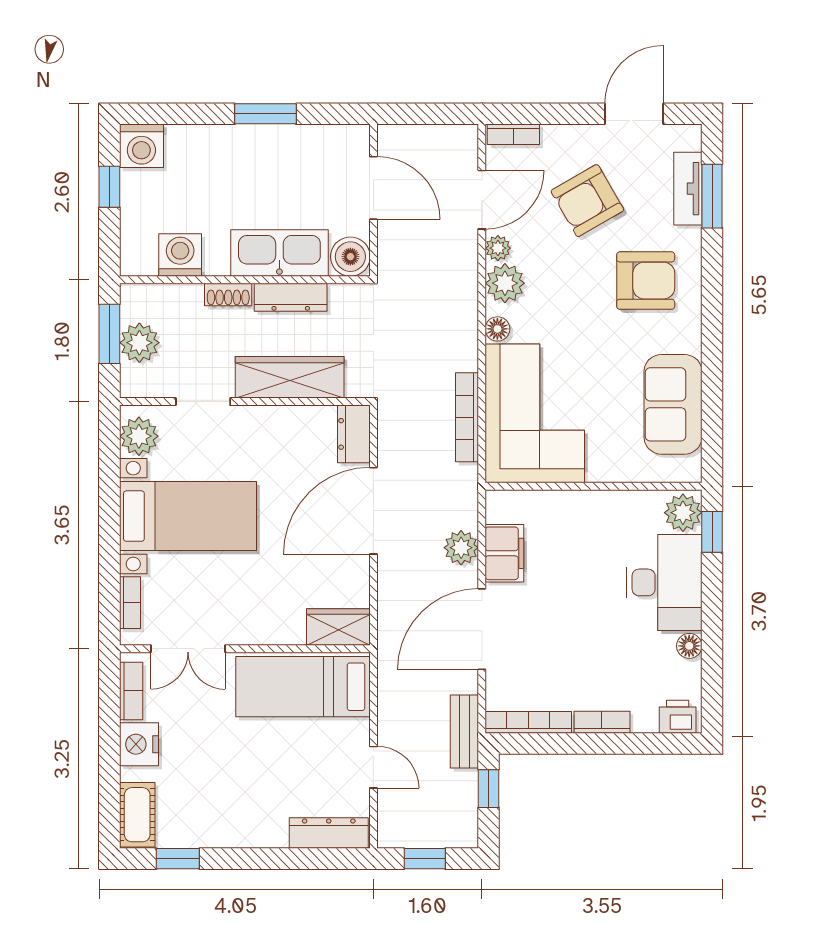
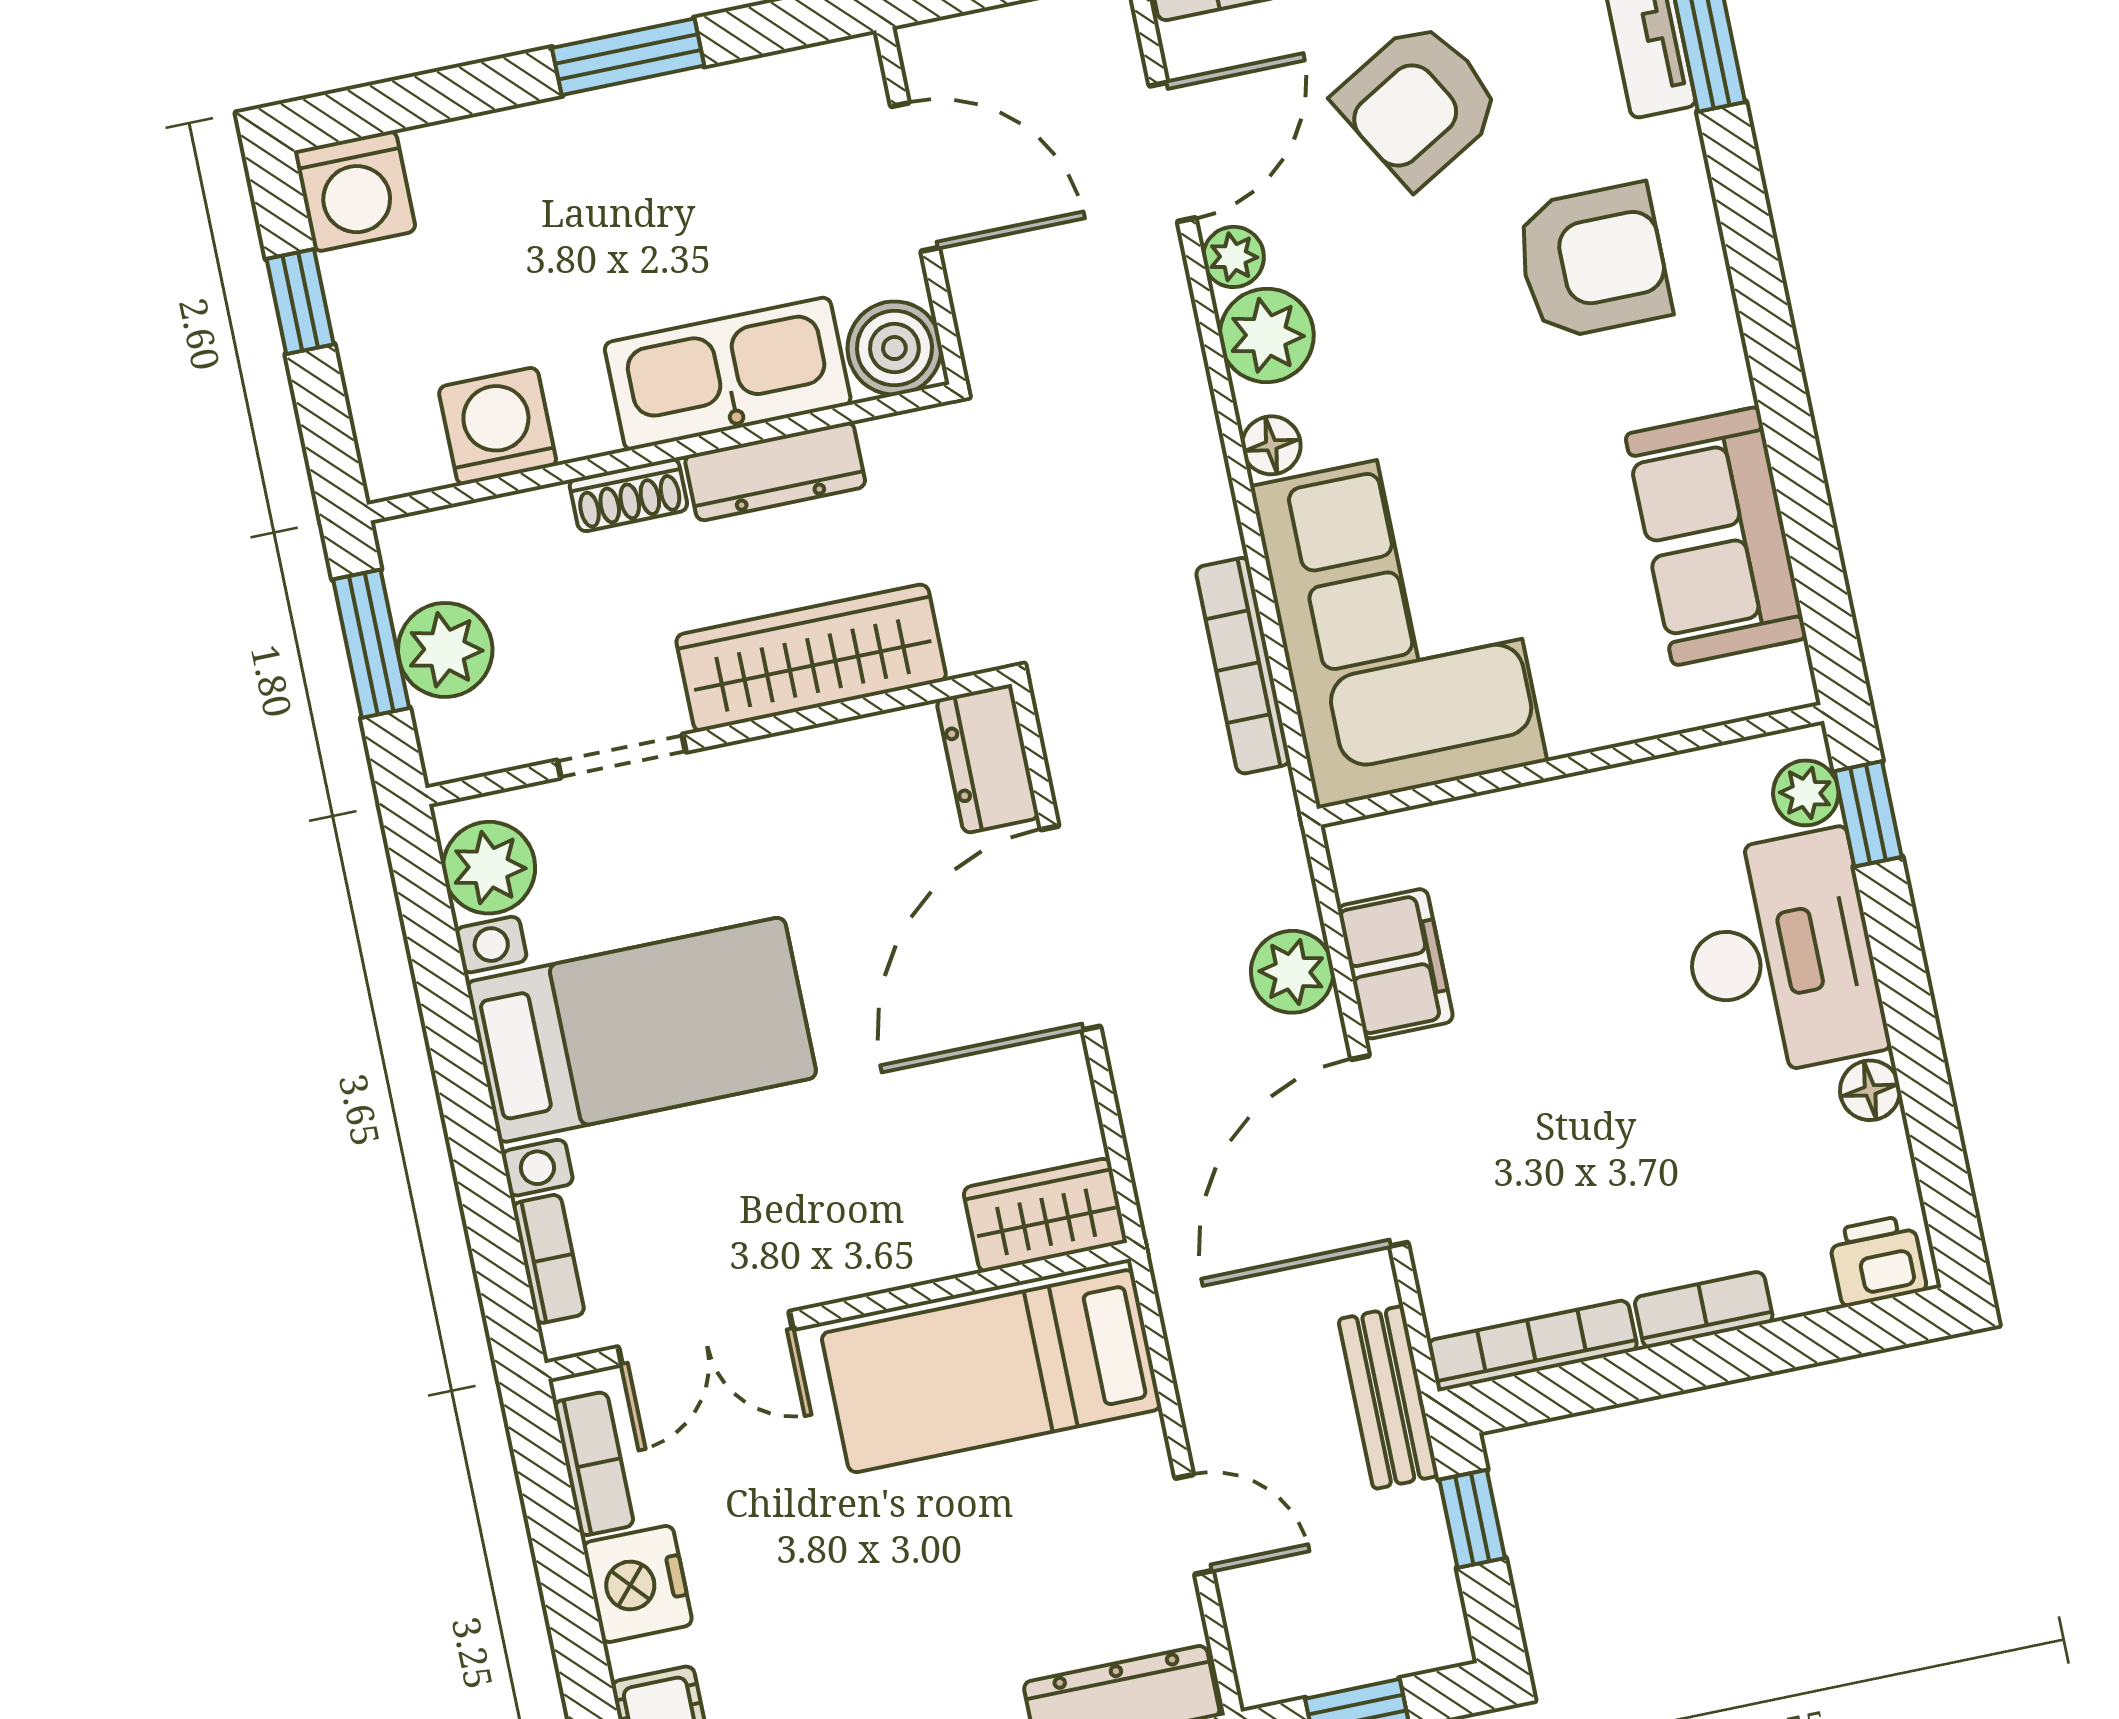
plant: (683, 513) -> (1806, 793), width x0.73, depth x0.73

